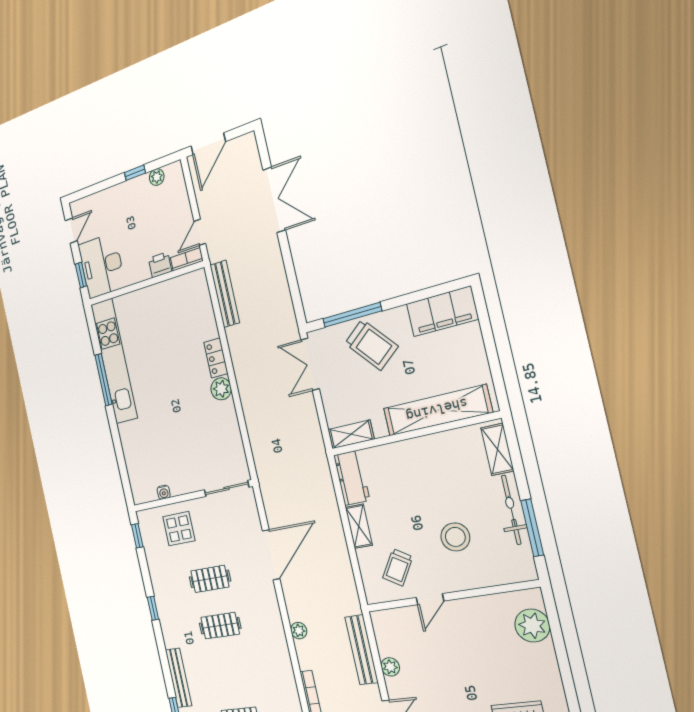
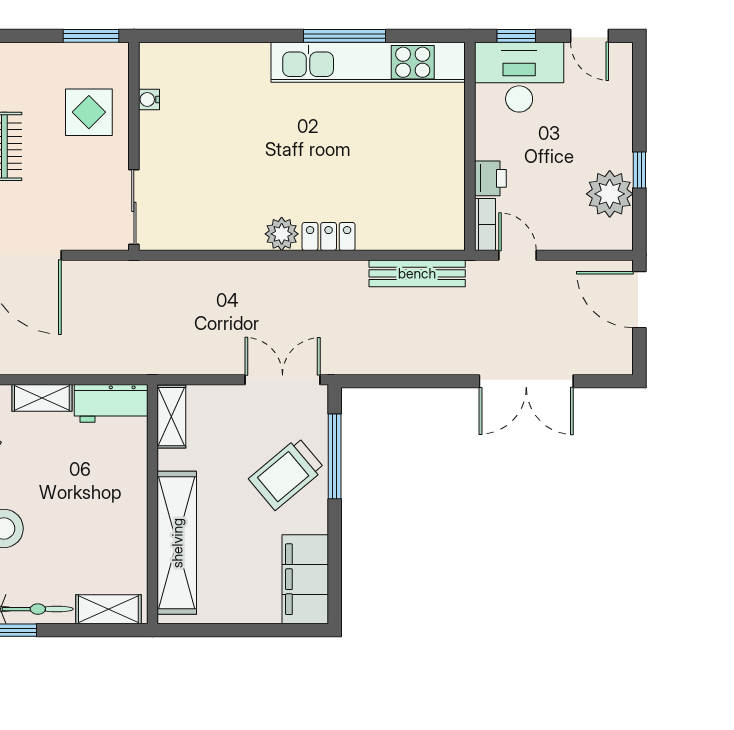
plant: (157, 177) -> (610, 194), width x1.88, depth x1.88
window: (137, 536) -> (91, 36), width x1.50

